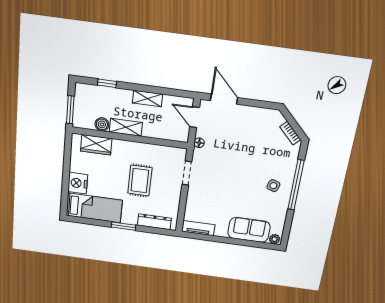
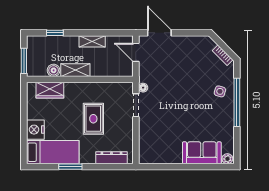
floor lamp: (199, 143) -> (143, 88), moved
side table: (273, 186) -> (220, 91), moved
window: (123, 226) -> (70, 167), moved
tv unit: (198, 228) -> (154, 158), removed

